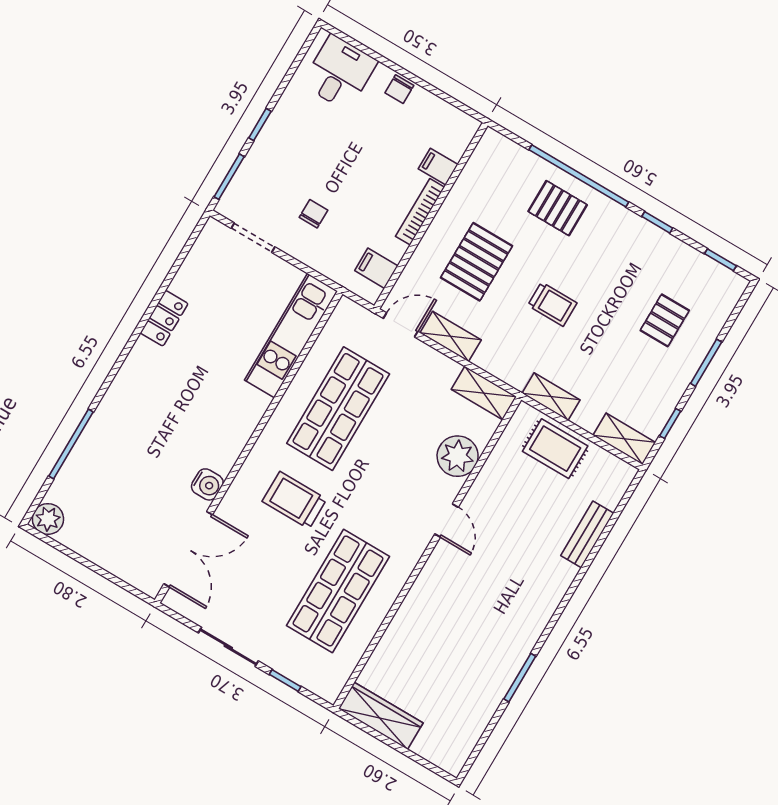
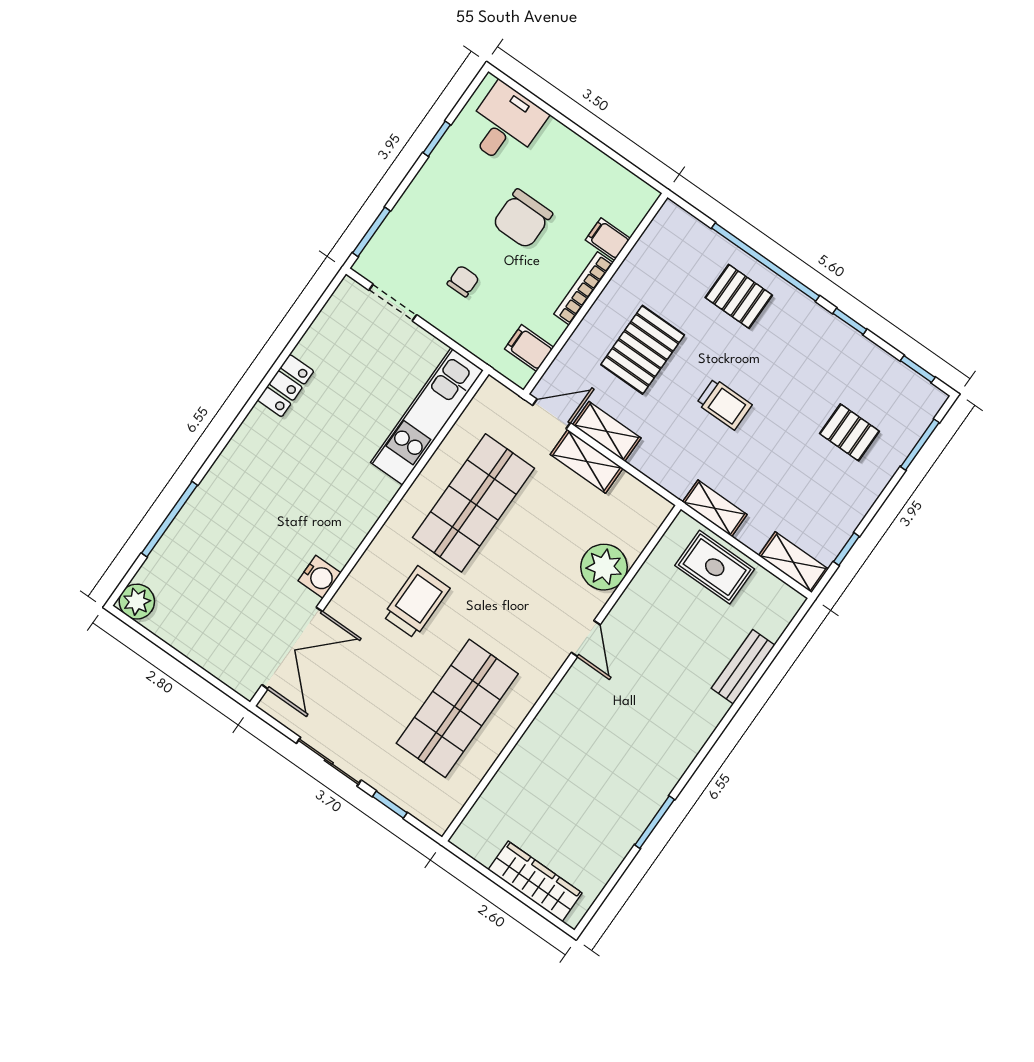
chair: (399, 89) -> (522, 219), moved, width x1.87, depth x1.87
window: (260, 125) -> (437, 139), moved
pallet: (665, 320) -> (849, 432), turned 90
window: (706, 363) -> (920, 445), moved
shelving: (484, 393) -> (587, 461), moved
trolley: (294, 500) -> (416, 602), turned 90
wardrobe: (381, 716) -> (535, 881), moved

